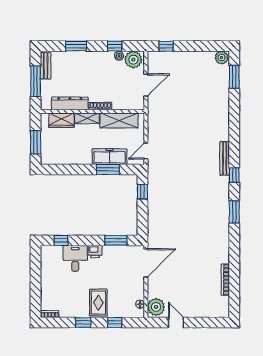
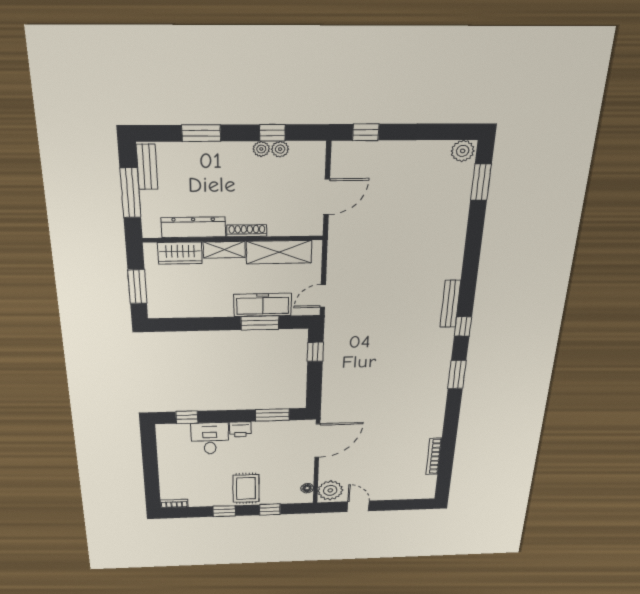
plant: (133, 60) -> (261, 149), moved, width x0.53, depth x0.53

